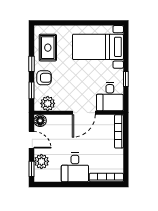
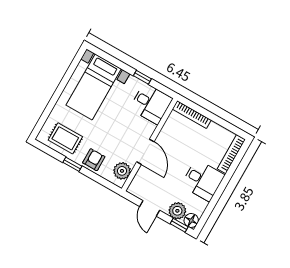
window: (32, 90) -> (99, 180), removed
door: (84, 113) -> (145, 152), moved
floor lamp: (40, 121) -> (191, 220), moved
door: (32, 140) -> (150, 208), swing flipped

